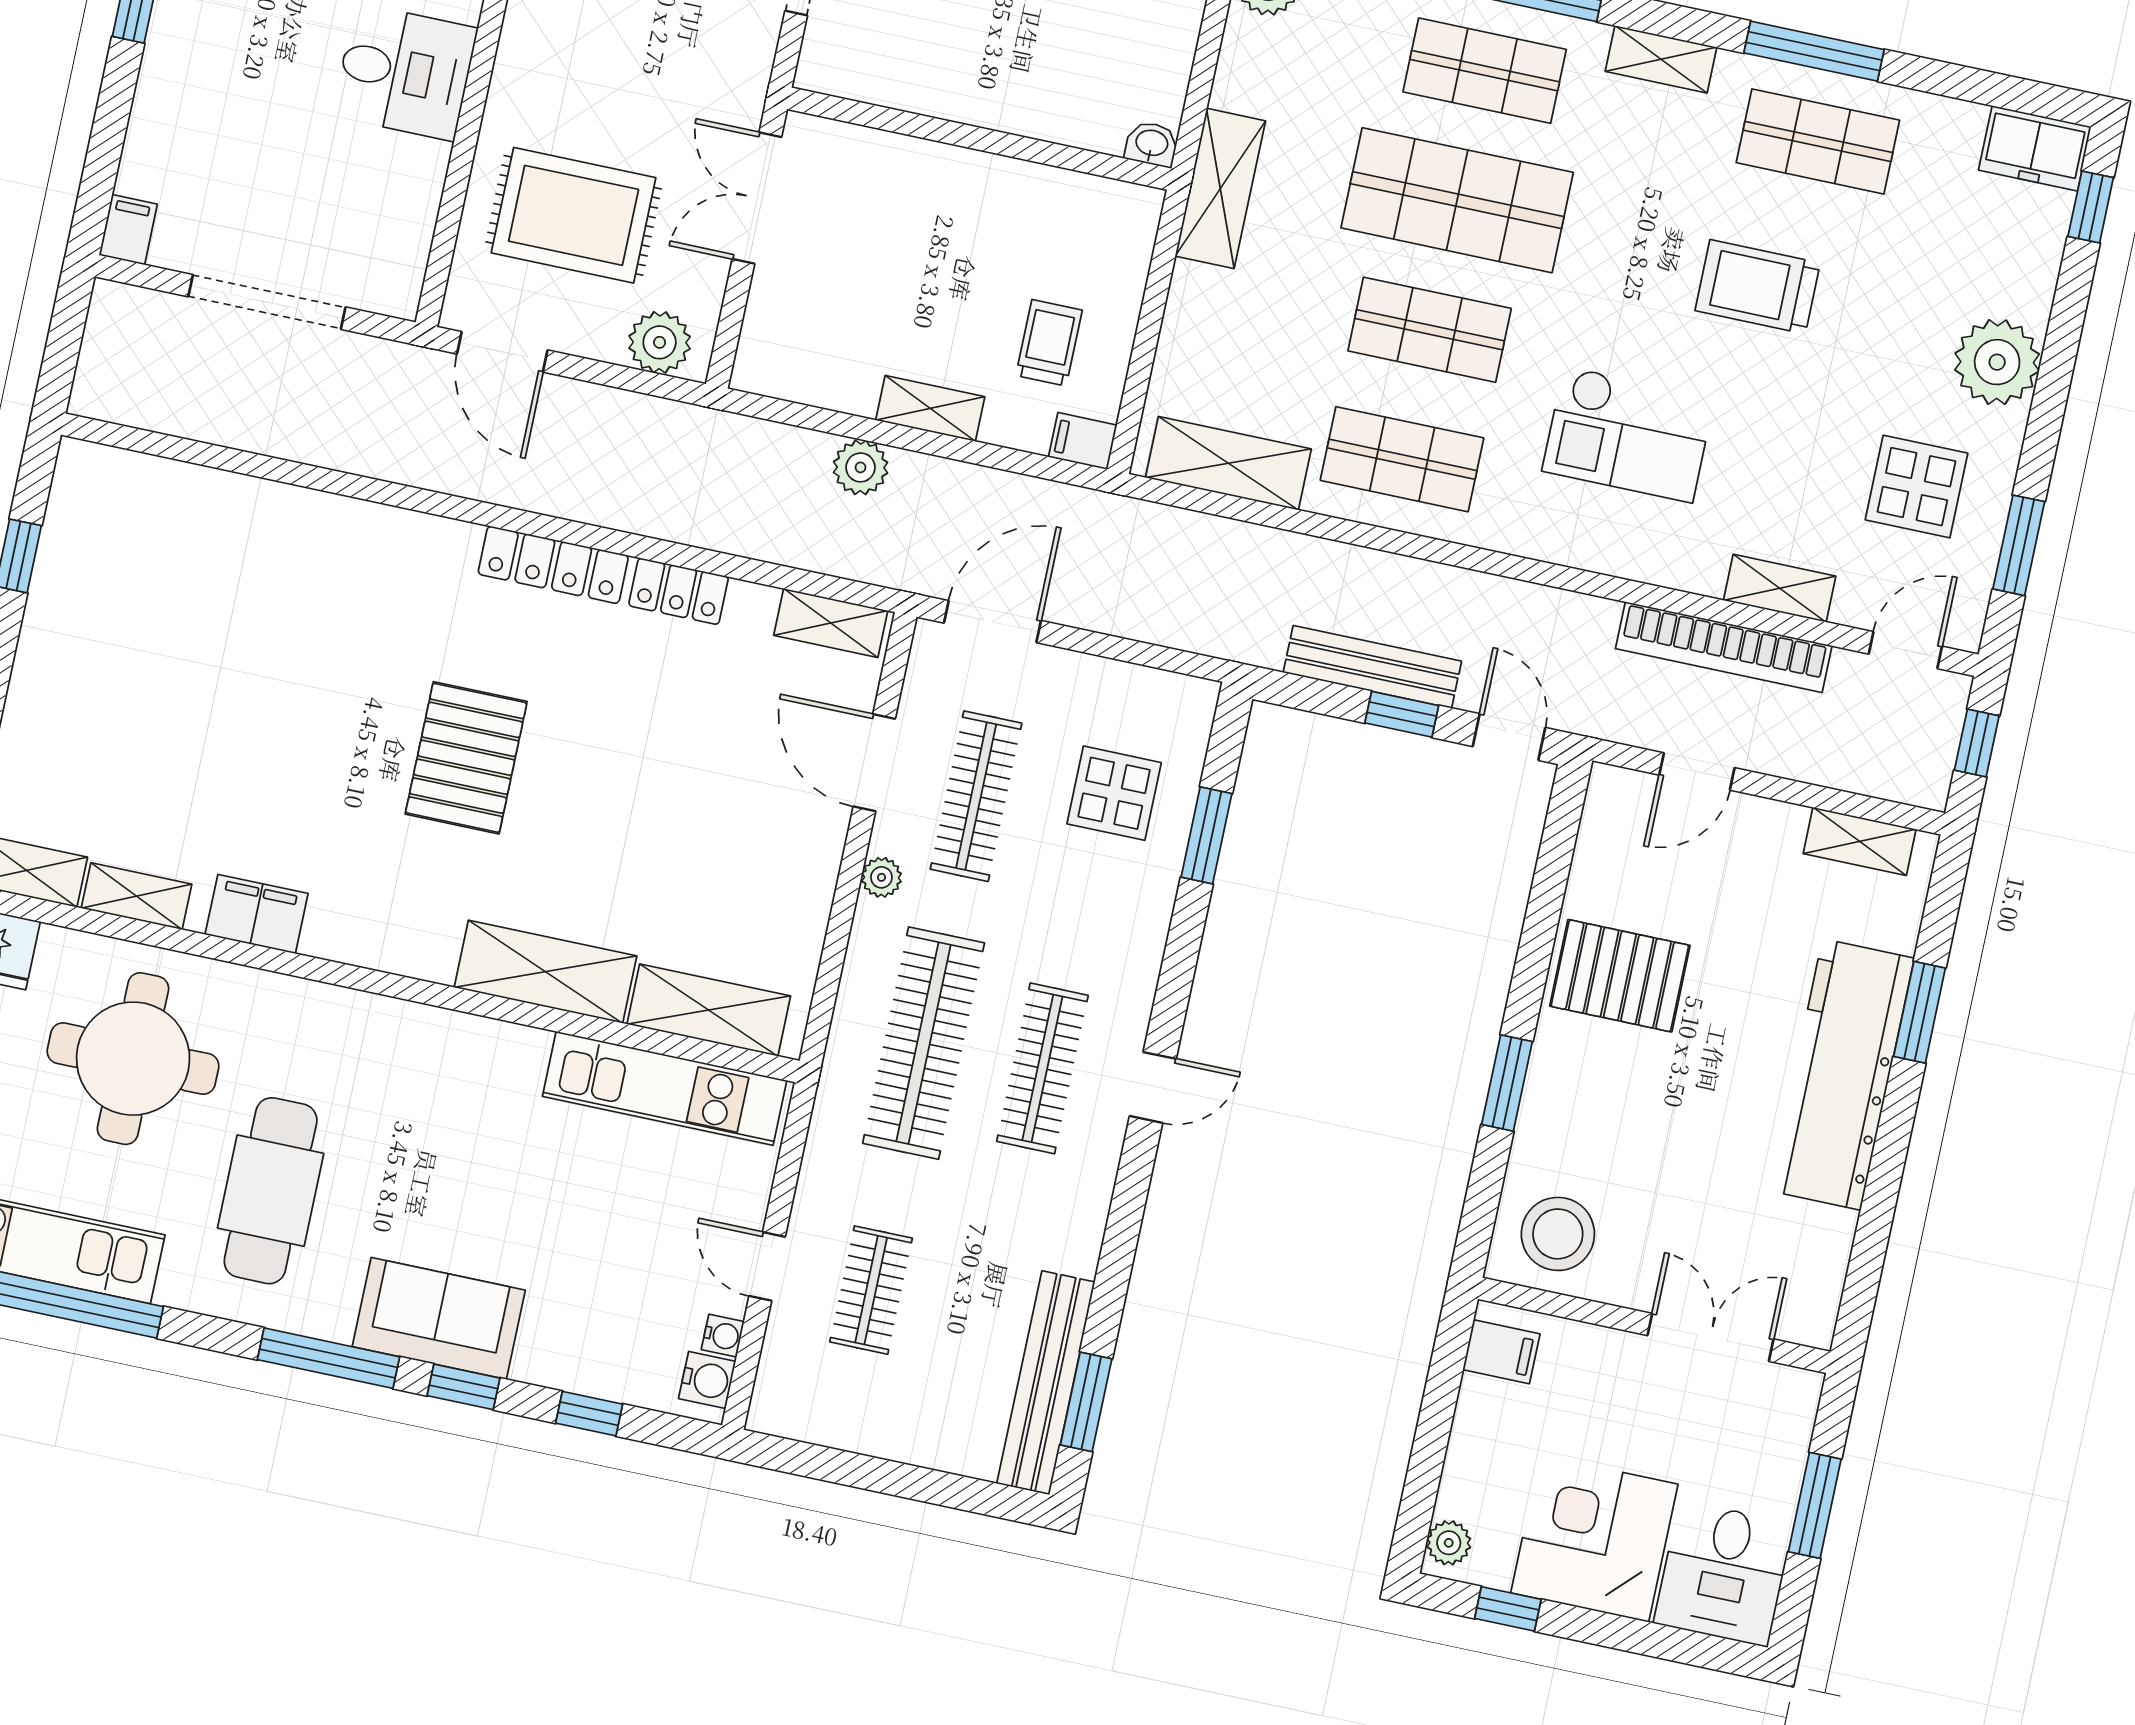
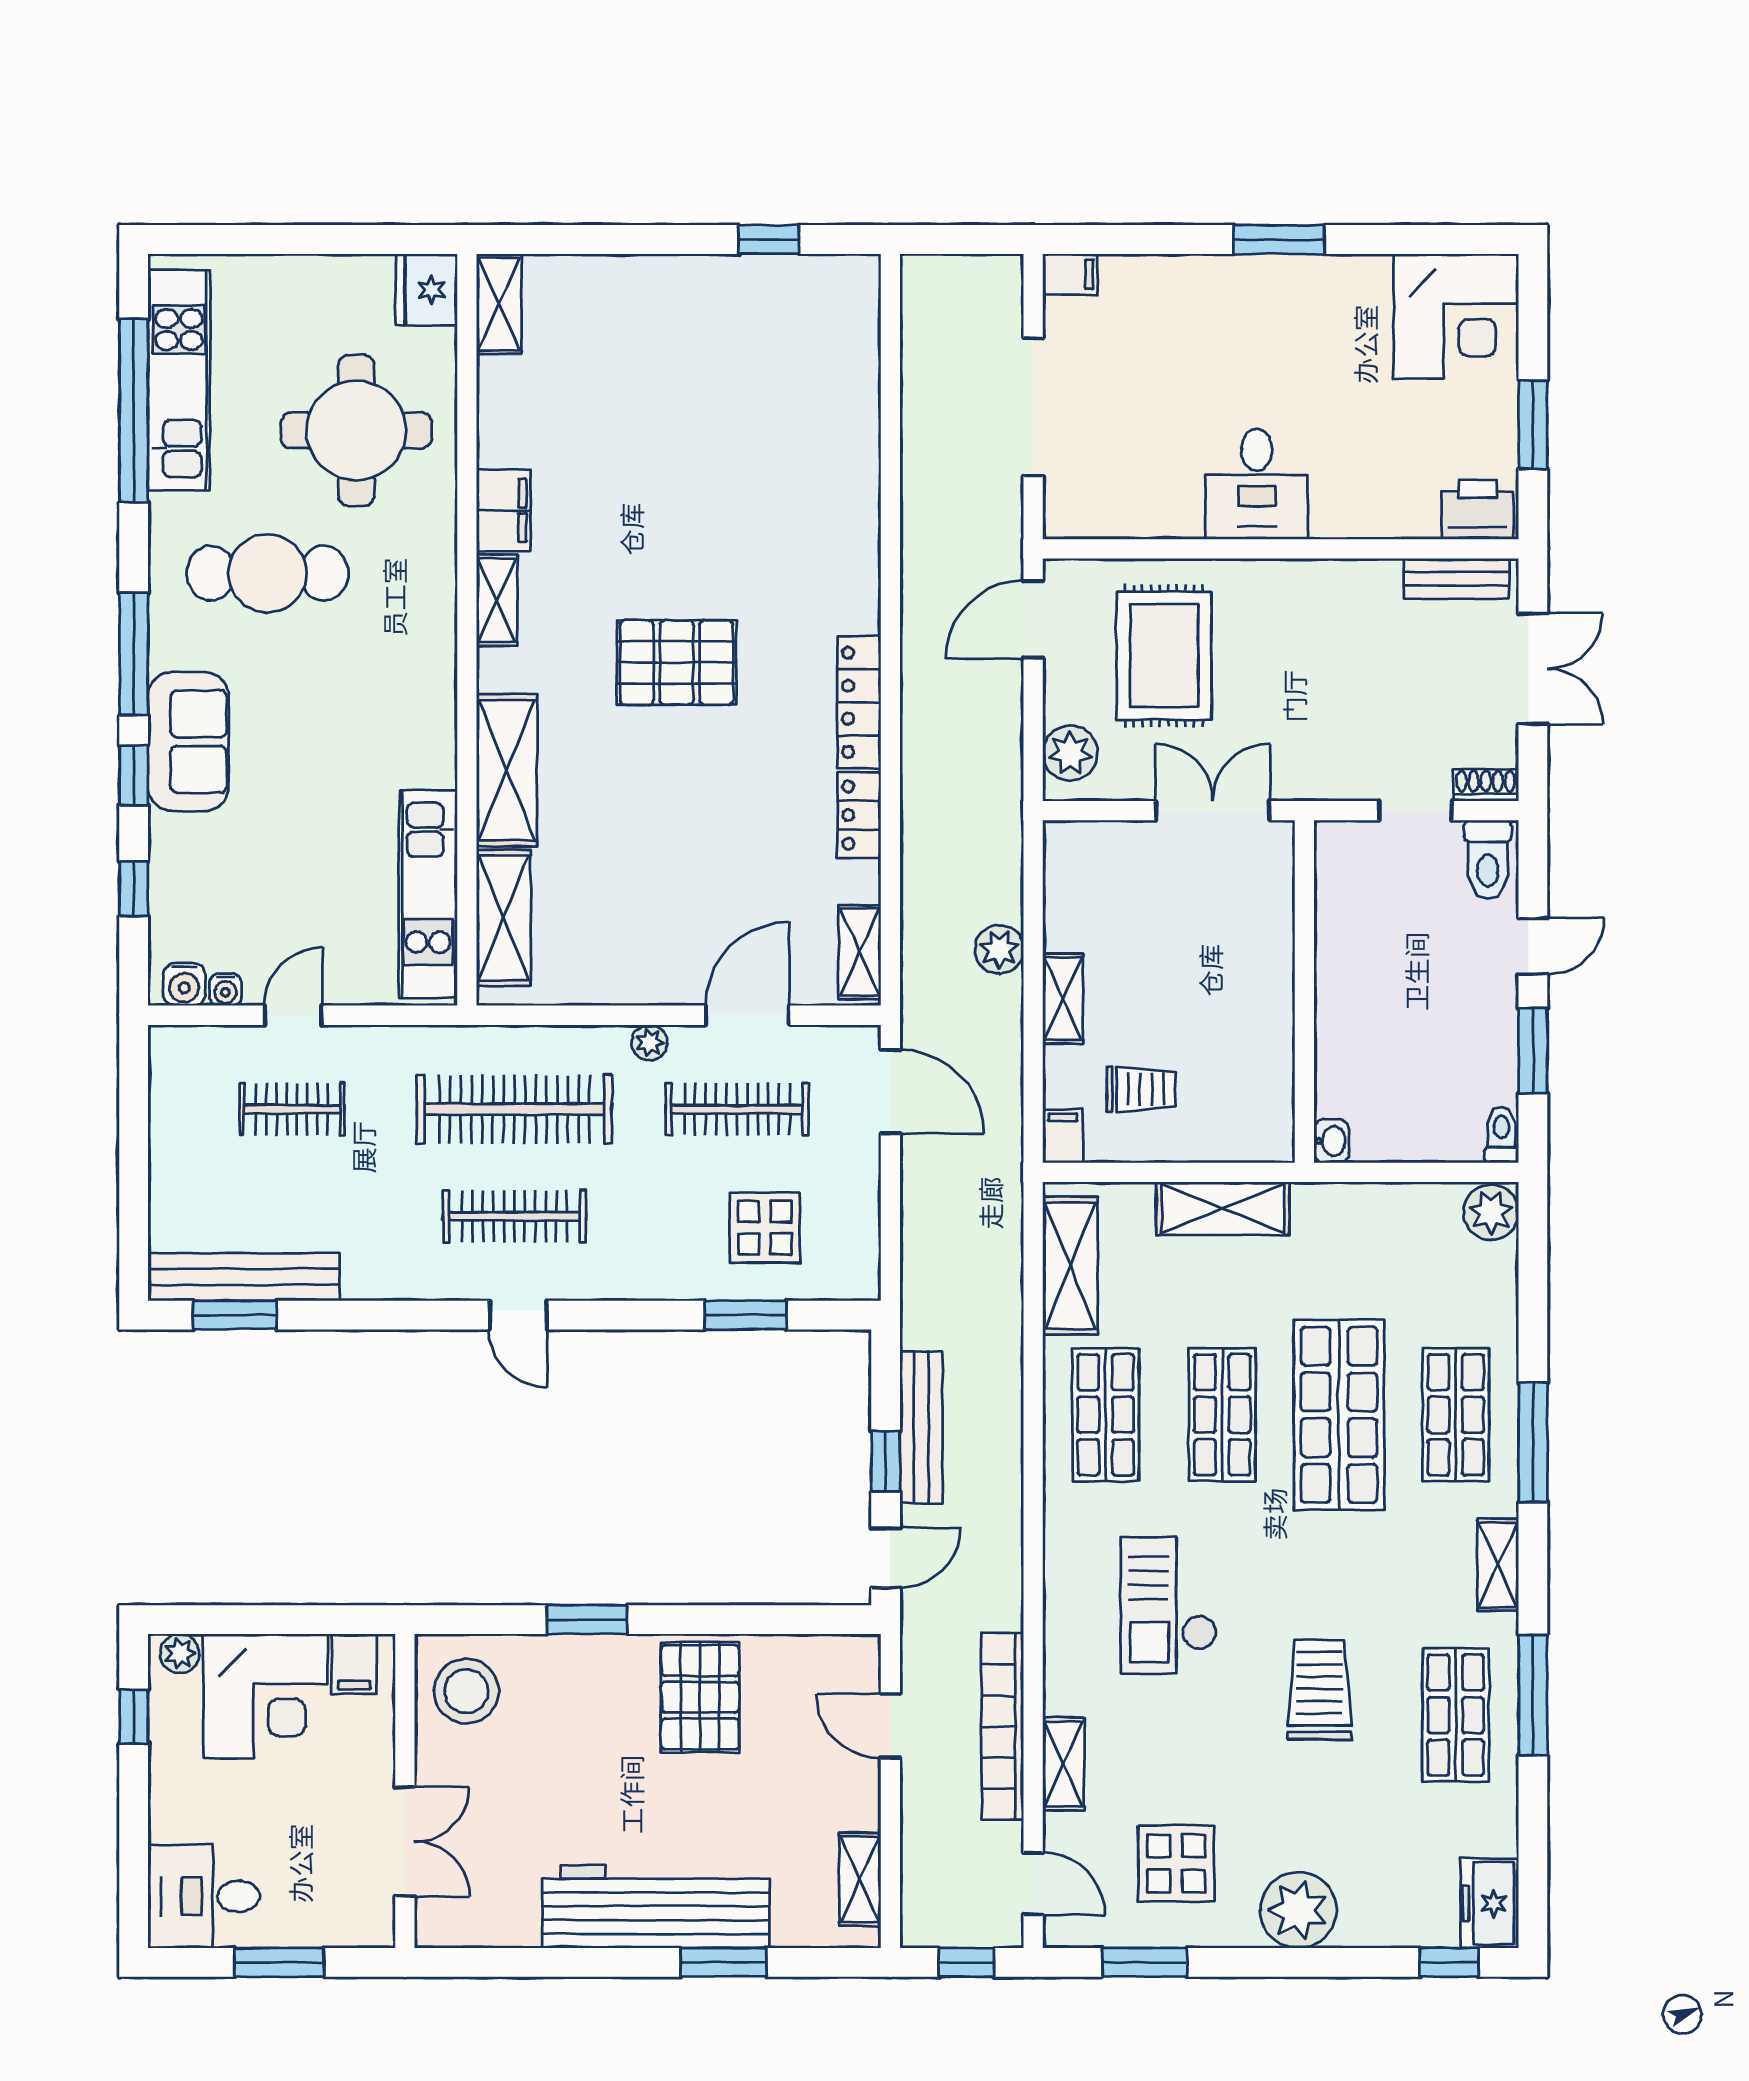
shelving: (1220, 188) -> (1223, 1208), moved
shelving: (136, 896) -> (497, 600), moved
corner desk: (1594, 1538) -> (266, 1696), moved, turned 90

